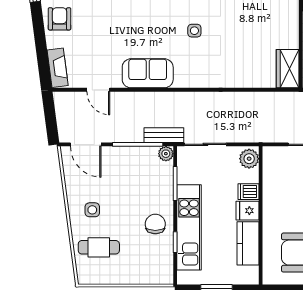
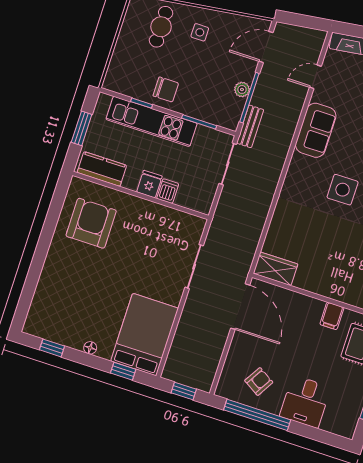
side table: (194, 31) -> (343, 190), width x1.87, depth x1.87
plant: (166, 154) -> (242, 89), moved
plant: (249, 159) -> (200, 202), removed
kitchen counter: (248, 243) -> (102, 169), moved

